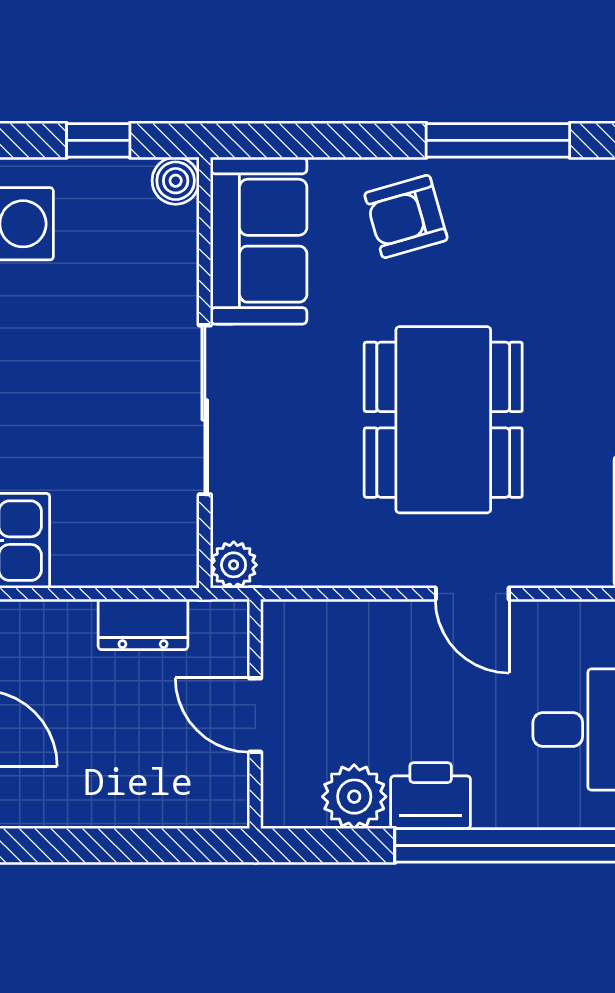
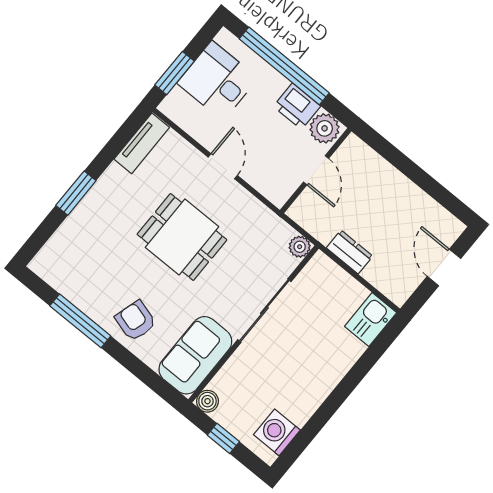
armchair: (406, 217) -> (136, 321), turned -148
dining table: (443, 420) -> (182, 237), width x0.73
wall: (255, 714) -> (316, 171), moved
door: (255, 715) -> (316, 170), moved

